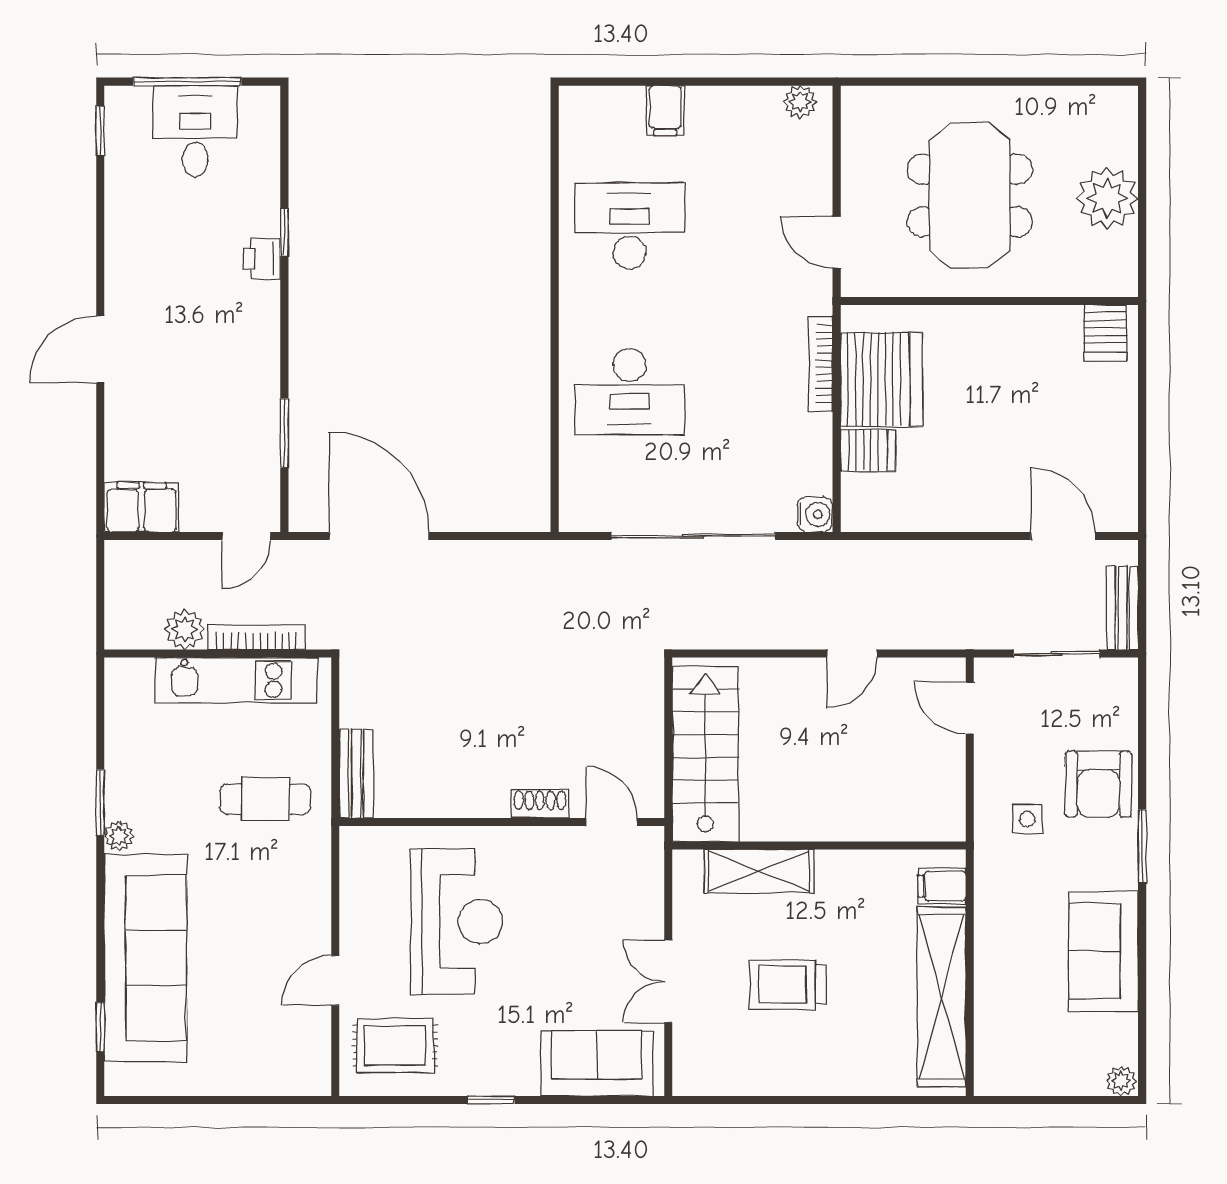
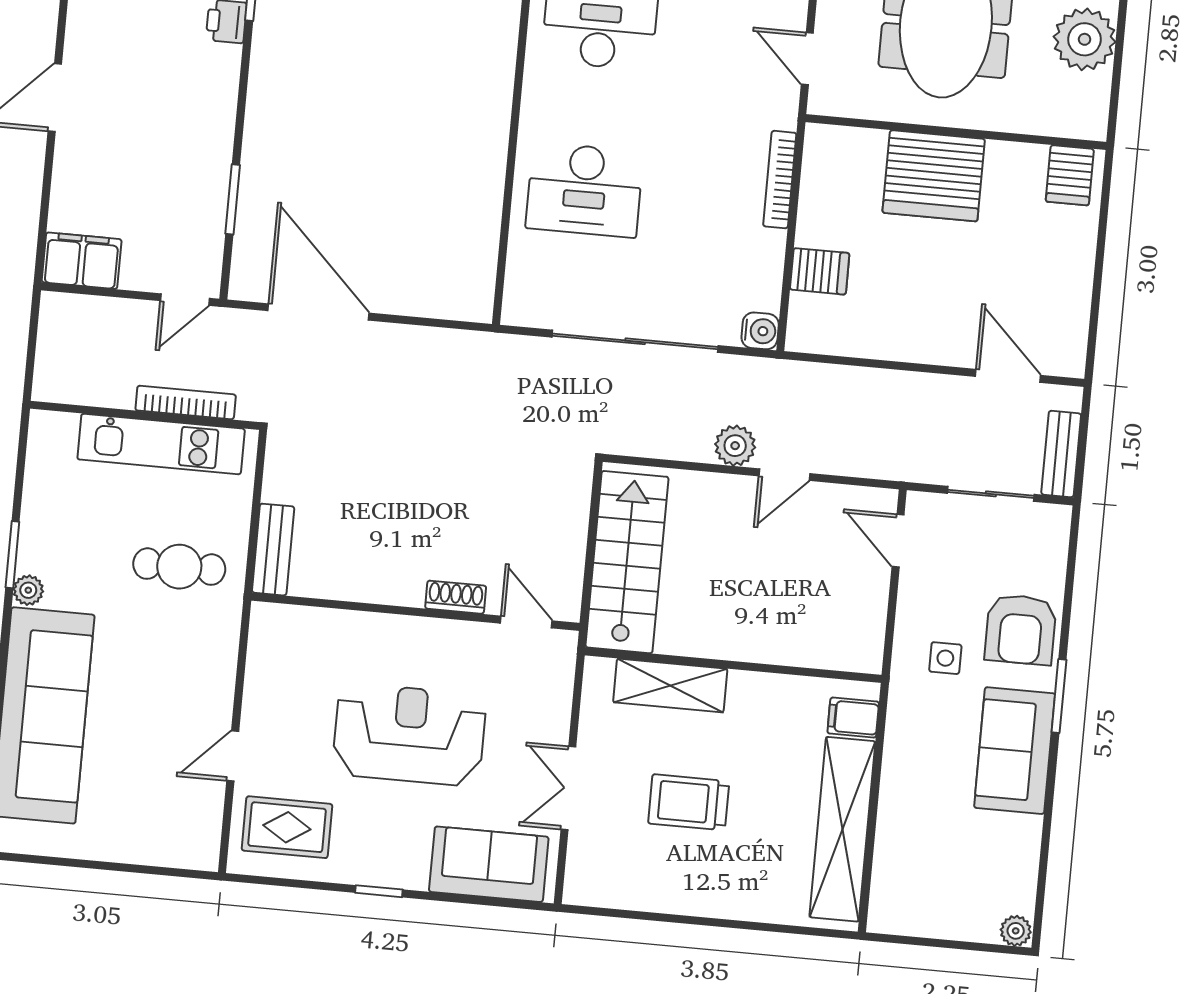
server rack: (882, 379) -> (934, 176), moved, turned 90
plant: (185, 629) -> (735, 446), moved
reception desk: (456, 922) -> (409, 735), moved, turned -90
sofa: (1104, 951) -> (1015, 751), moved

